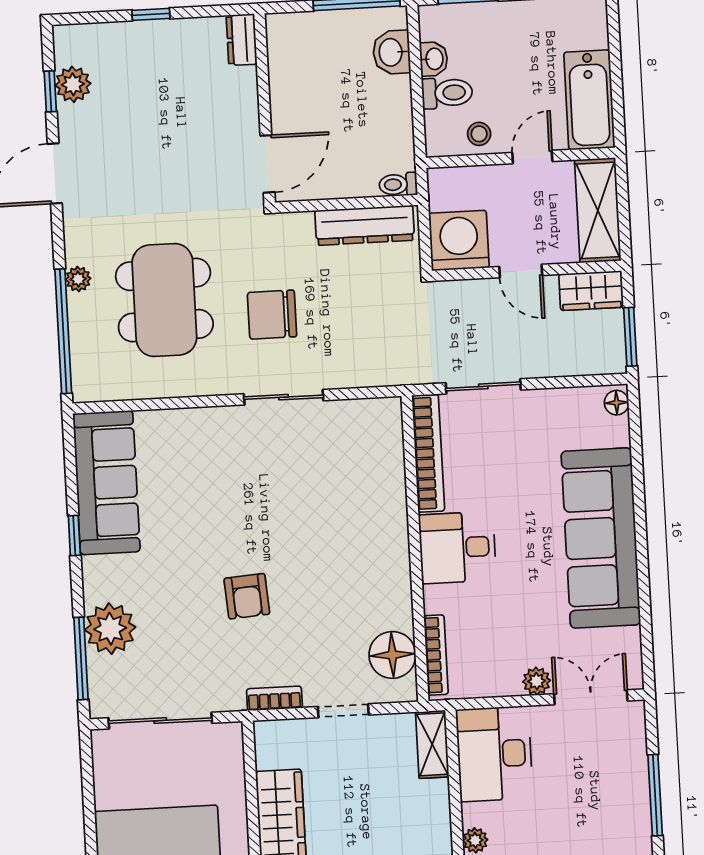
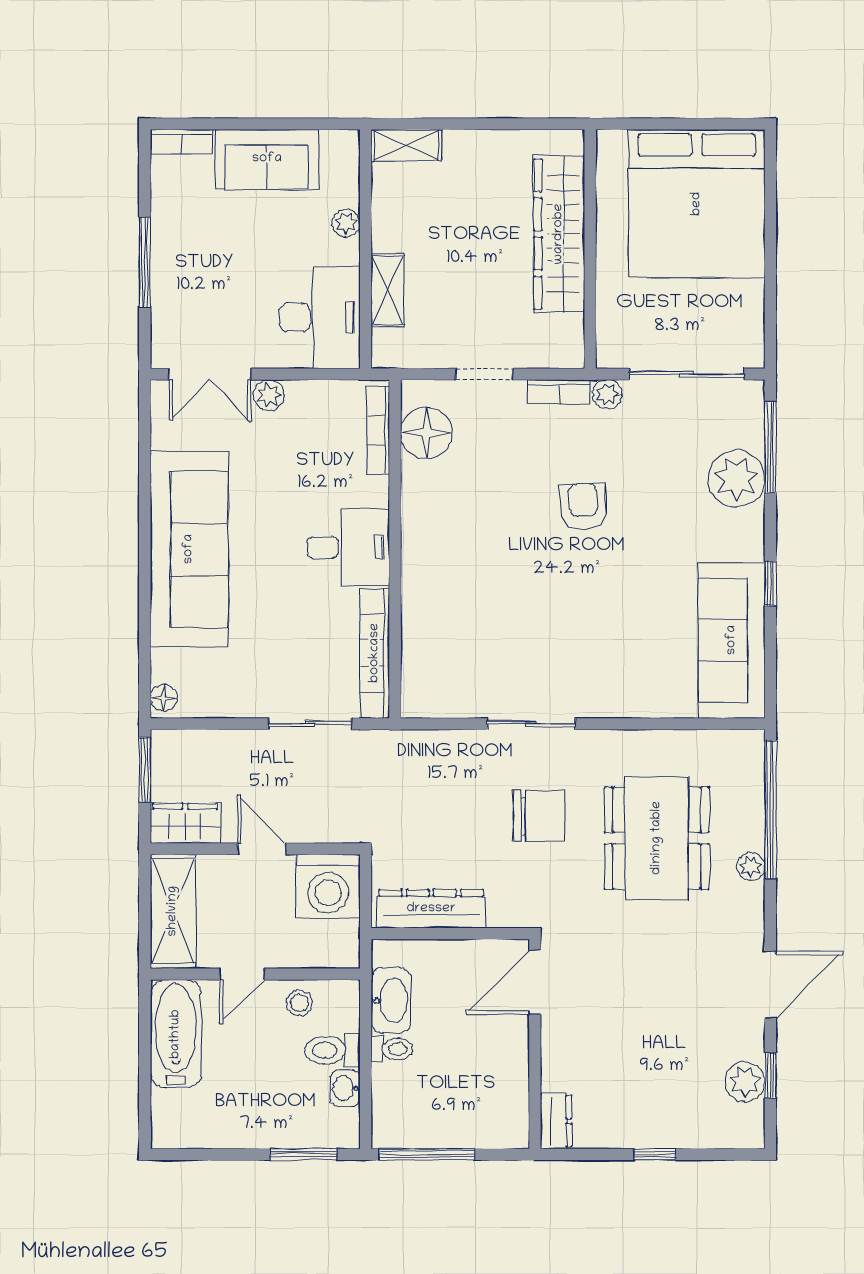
washbasin: (392, 52) -> (391, 1000), moved, width x1.38
toilet: (398, 184) -> (392, 1049), moved
plant: (231, 698) -> (607, 394), added
shelving: (432, 744) -> (388, 290), moved

